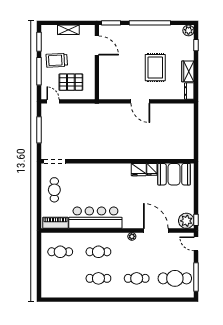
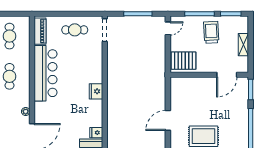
pallet: (71, 82) -> (183, 61), moved, turned 90
fridge: (139, 170) -> (96, 91), moved

